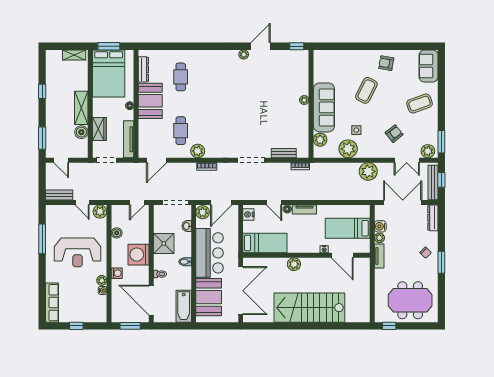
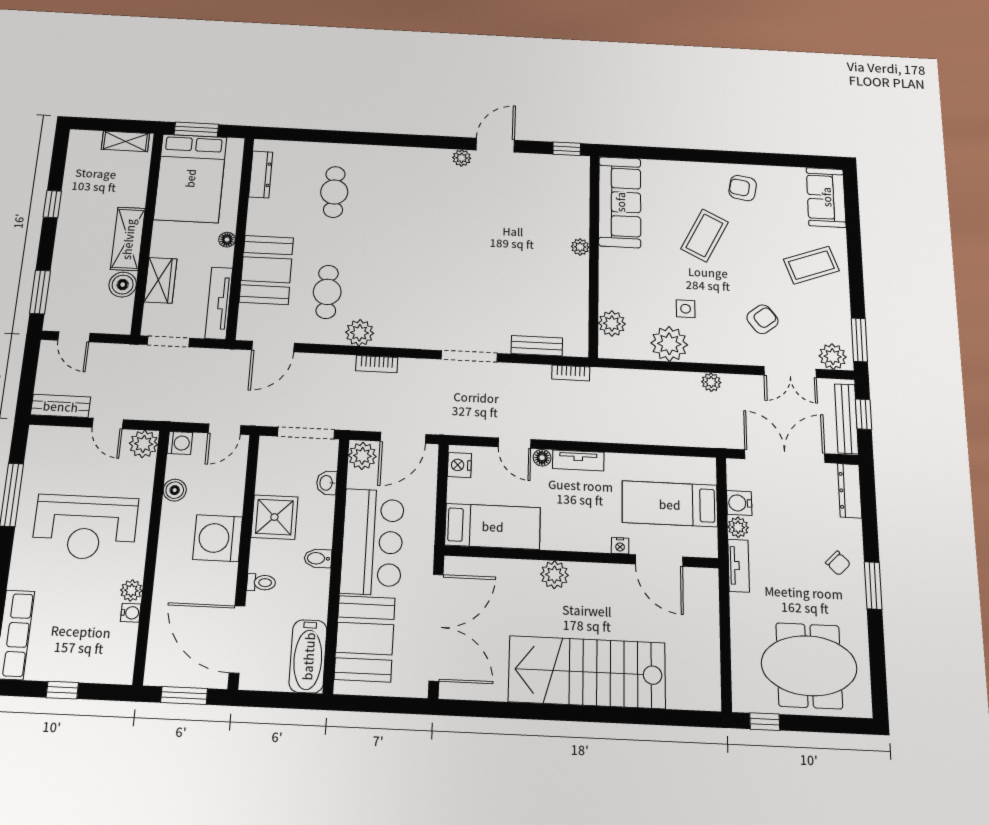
booth: (150, 101) -> (266, 270), moved
sofa: (324, 107) -> (620, 202), moved
plant: (368, 171) -> (711, 382), width x0.53, depth x0.53
washing machine: (117, 273) -> (180, 443), moved

